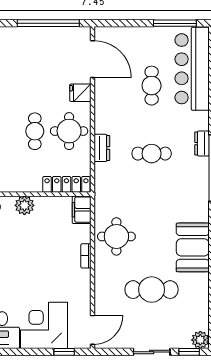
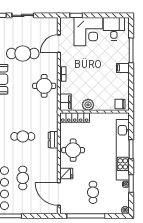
cafe table: (35, 131) -> (93, 192), moved
plant: (24, 205) -> (88, 105), moved
door: (92, 330) -> (59, 44), moved

